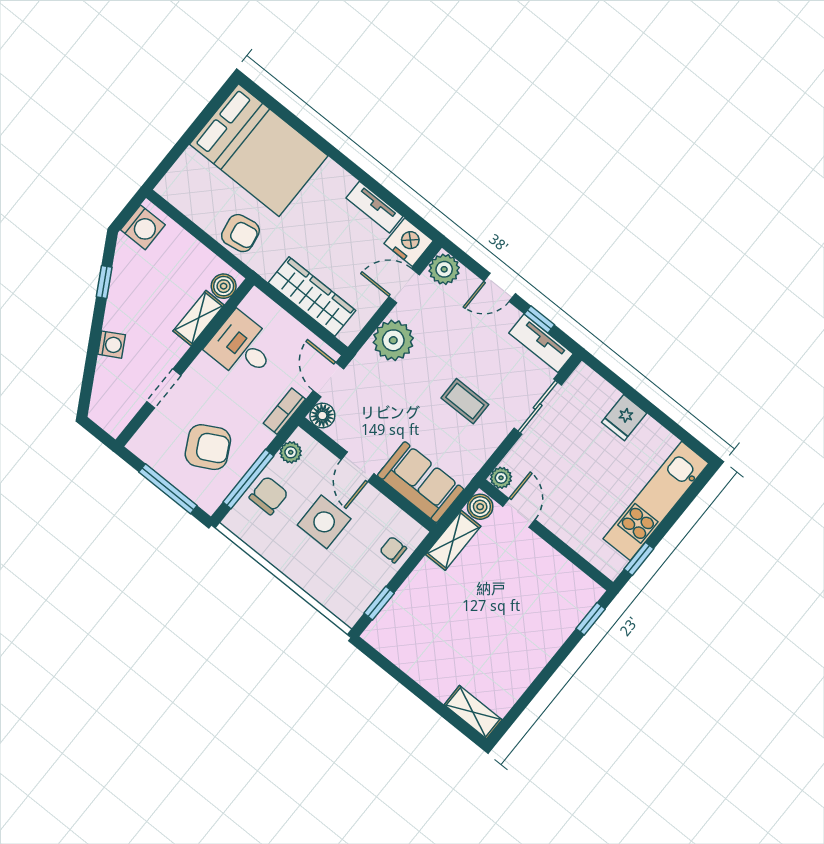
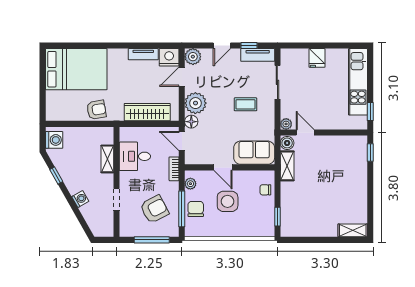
boiler: (224, 286) -> (107, 137), removed
floor lamp: (322, 416) -> (191, 122), moved

